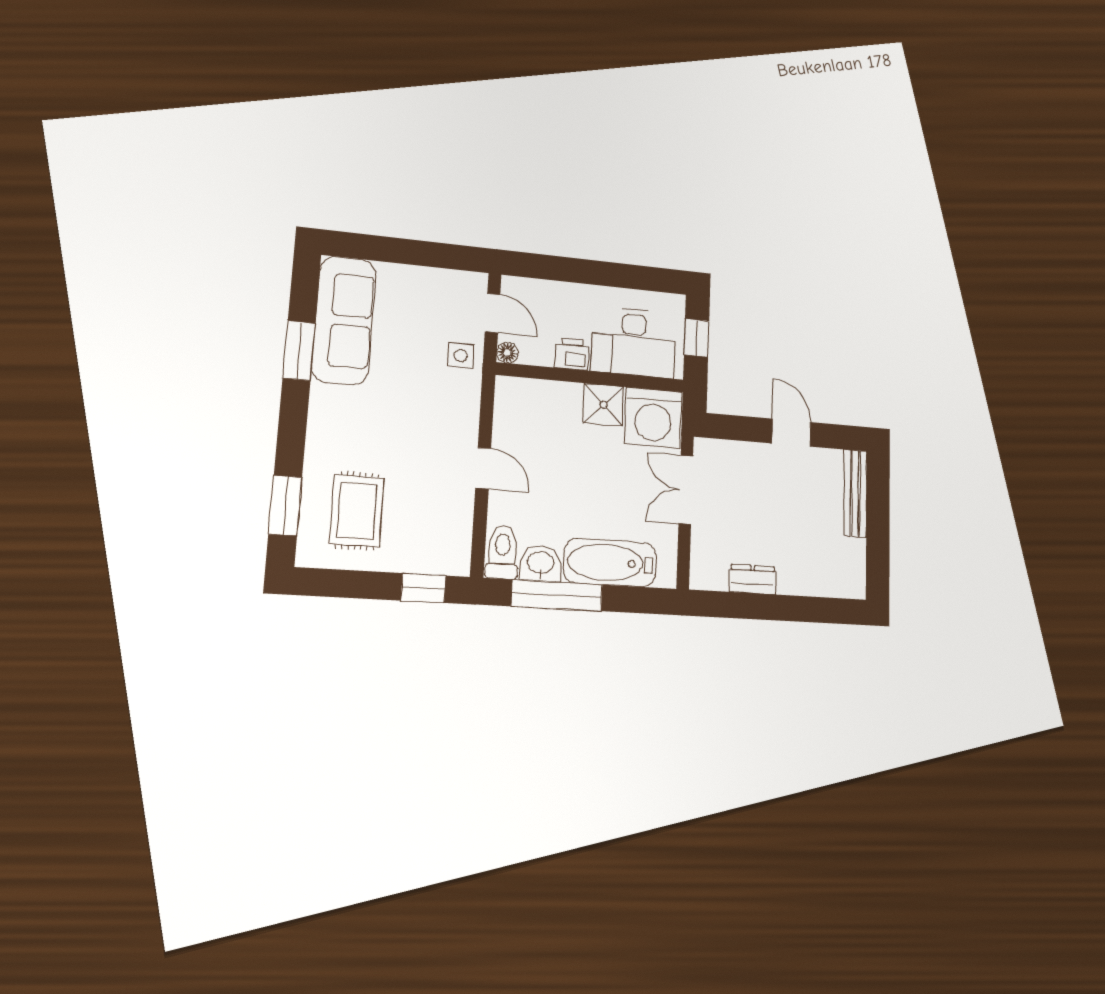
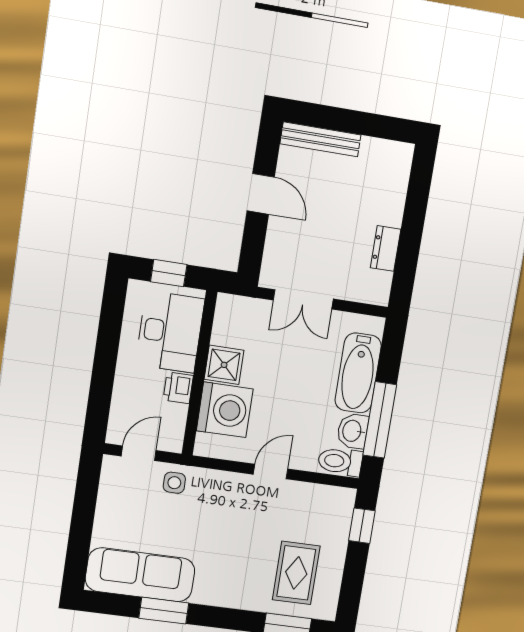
floor lamp: (507, 353) -> (174, 444), removed
washing machine: (653, 418) -> (225, 410), moved
door: (791, 433) -> (261, 194), swing flipped
rug: (357, 511) -> (296, 573), turned 90

